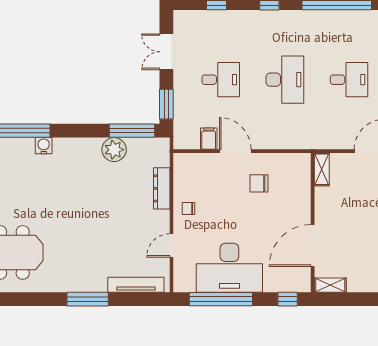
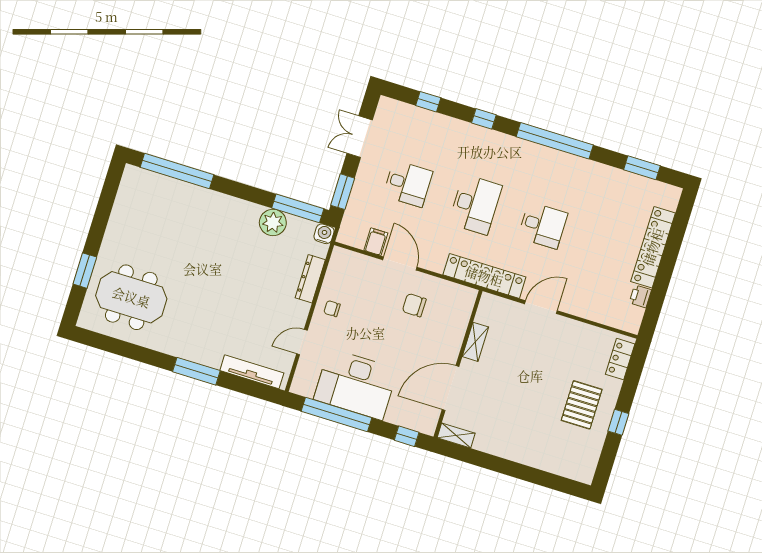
locker: (312, 139) -> (484, 276), added
water cooler: (44, 146) -> (324, 234), moved
shelving: (322, 169) -> (475, 342), moved

